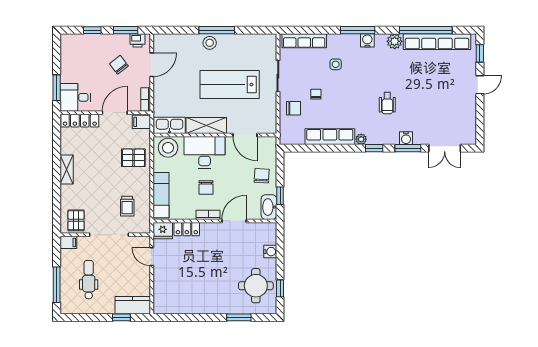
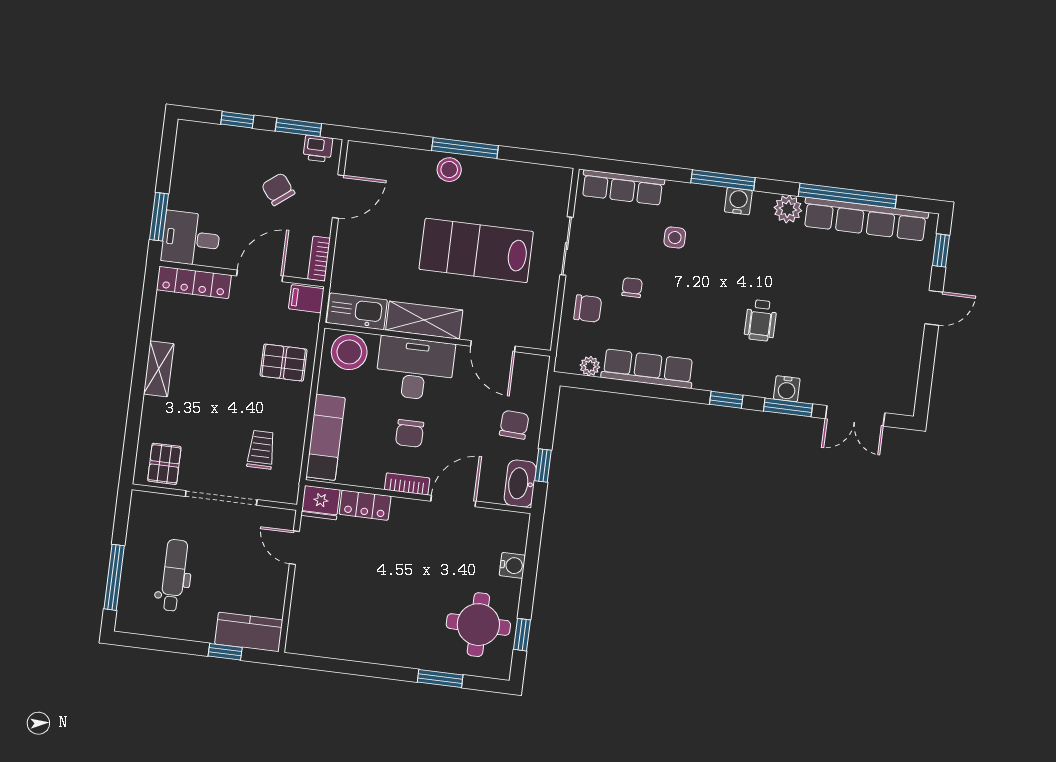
plant: (361, 139) -> (590, 366), moved
trolley: (127, 206) -> (261, 450), turned 180
filing cabinet: (68, 242) -> (145, 503), removed

